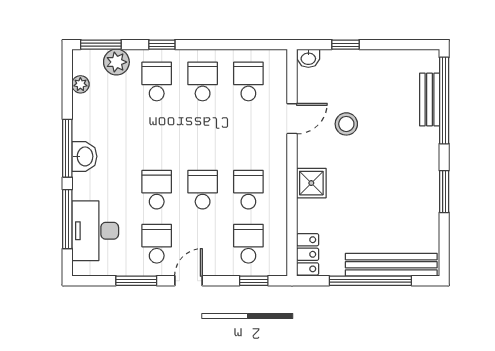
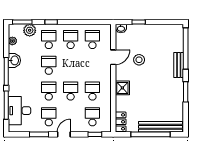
bench: (430, 99) -> (179, 65), moved
school desk: (157, 136) -> (49, 65), added
washbasin: (84, 156) -> (14, 60), moved

